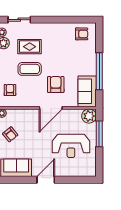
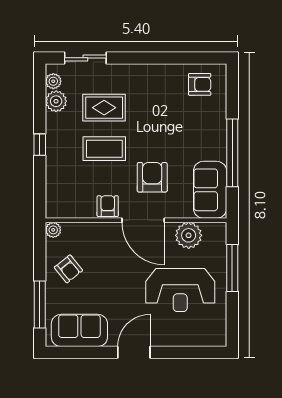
armchair: (10, 90) -> (108, 206), moved
door: (51, 108) -> (143, 220), hinge flipped
plant: (89, 116) -> (189, 235), moved

